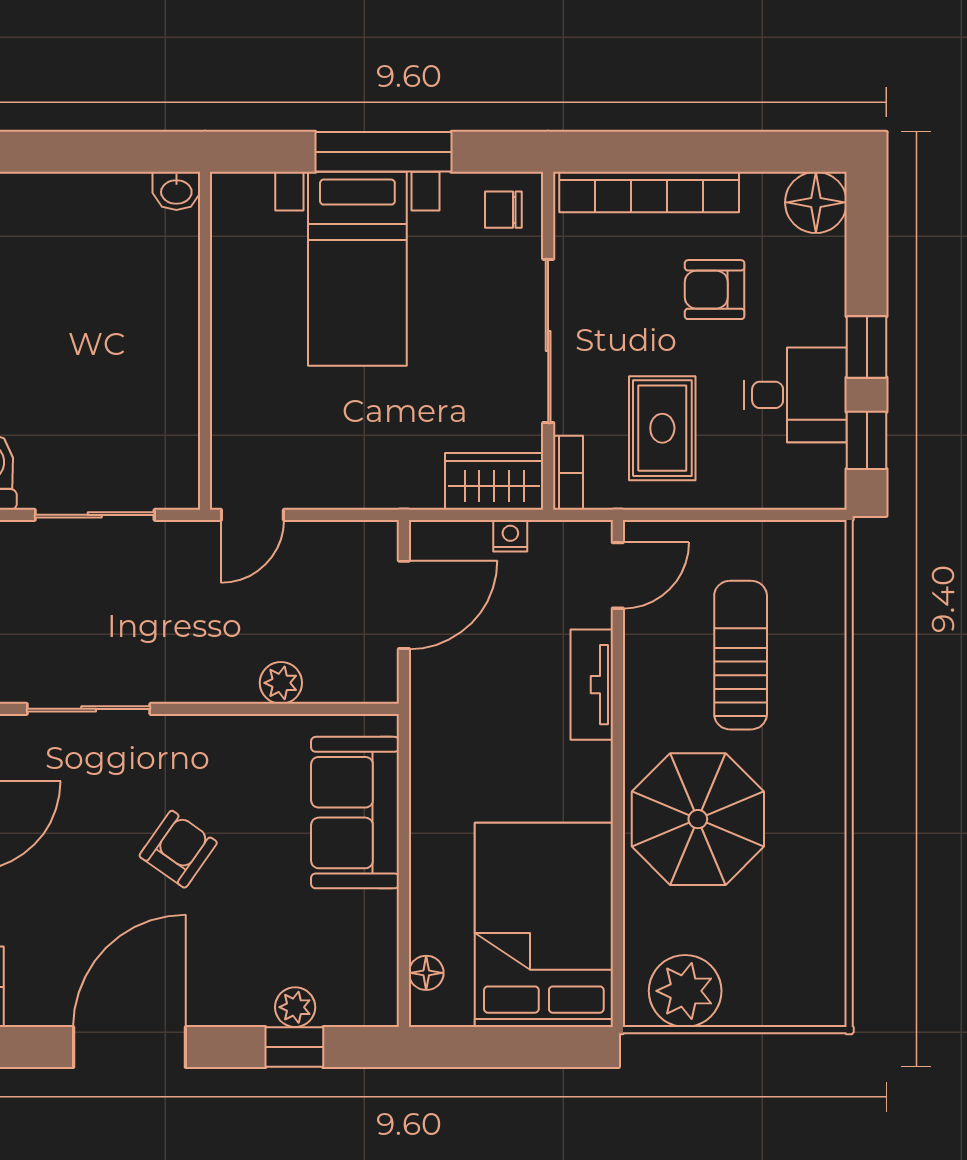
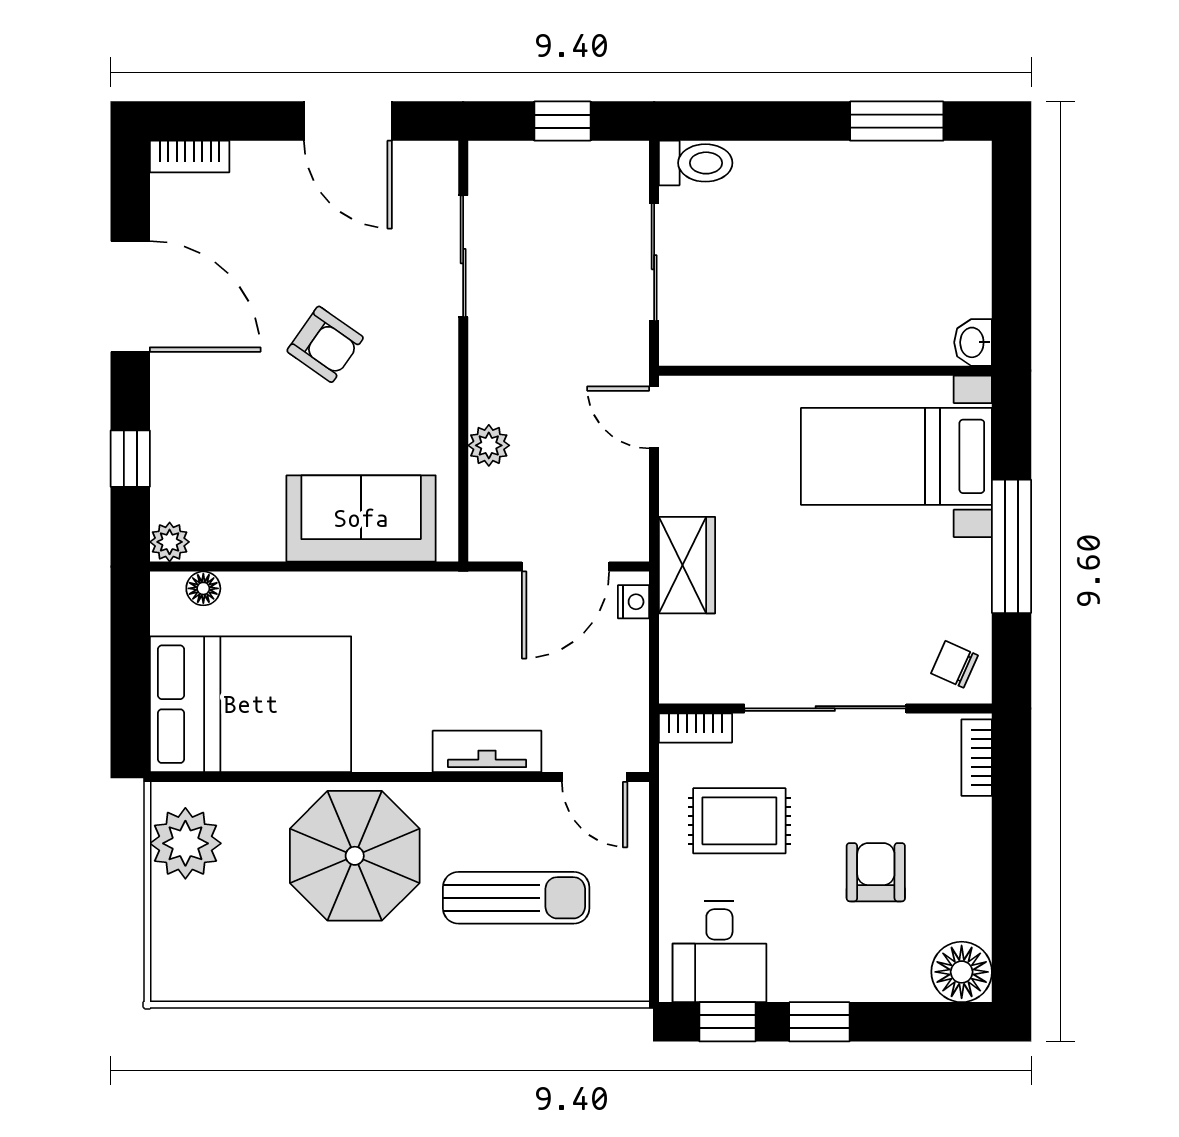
bookcase: (649, 192) -> (977, 758), width x0.43, depth x0.76
chair: (503, 210) -> (954, 664), turned -66
bed with nightstands: (357, 269) -> (896, 456), moved
desk: (795, 395) -> (719, 952), moved
wardrobe: (494, 481) -> (687, 565), moved
nightstand: (510, 536) -> (634, 602), moved
door: (404, 605) -> (566, 567), hinge flipped
plant: (295, 1007) -> (170, 542), moved

